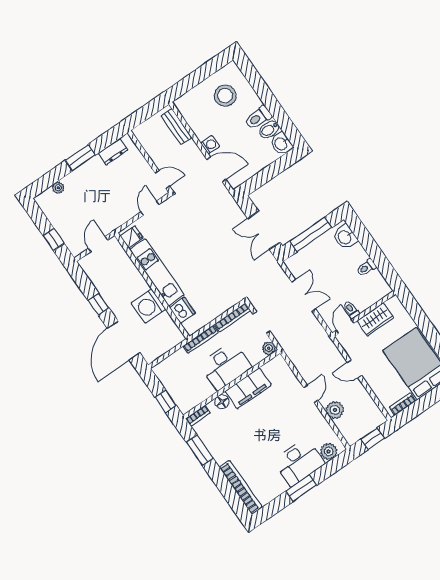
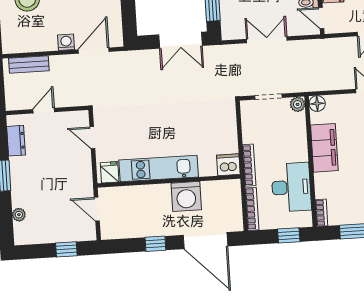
door: (162, 180) -> (44, 111), moved
dishwasher: (182, 310) -> (228, 165), moved
bookcase: (233, 317) -> (252, 209), moved
desk: (226, 366) -> (291, 187), moved
floor lamp: (222, 402) -> (317, 104), moved

